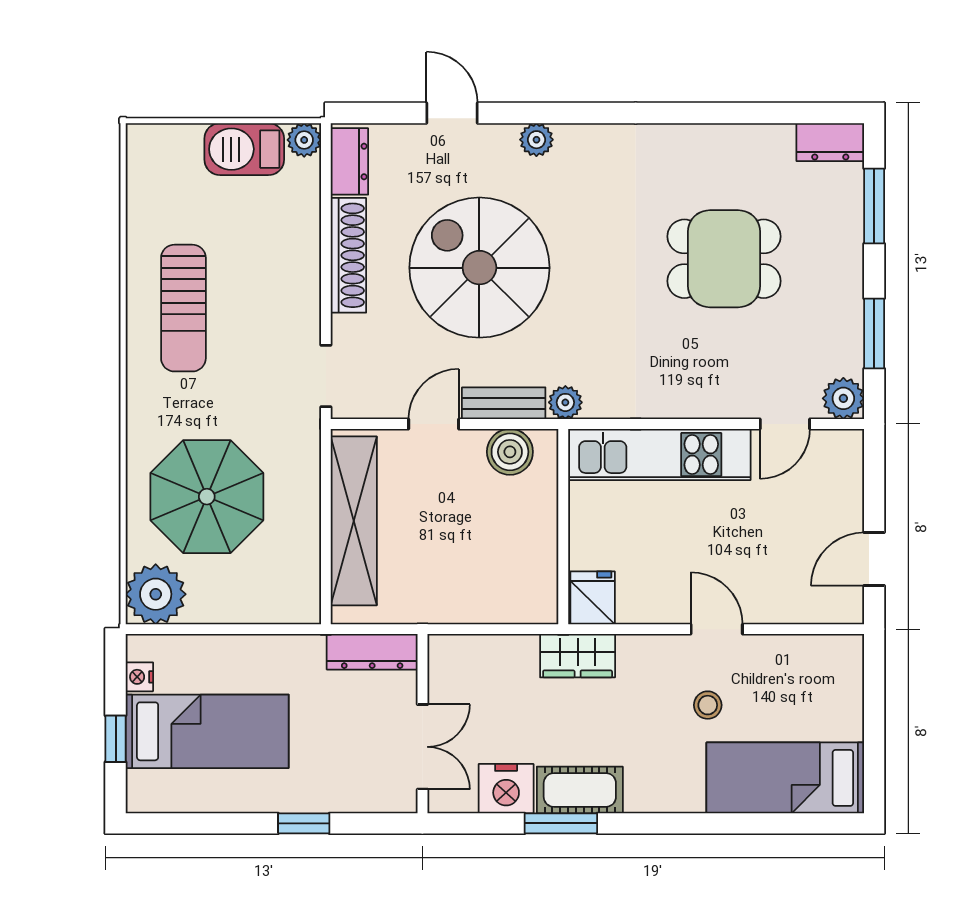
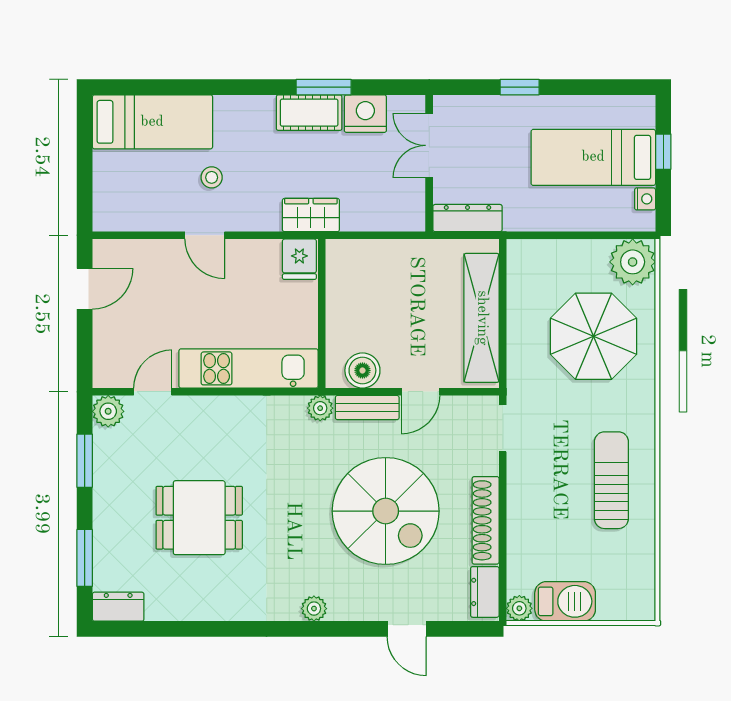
plant: (536, 140) -> (314, 609), moved

